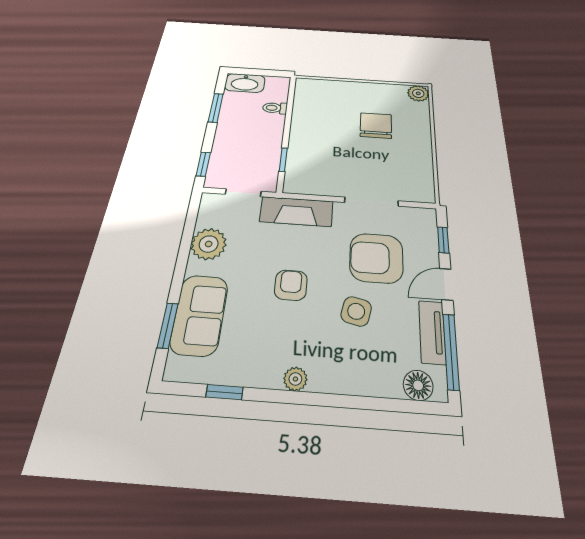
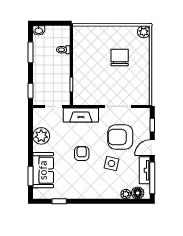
washbasin: (245, 83) -> (39, 30), width x0.52, depth x0.69
plant: (295, 379) -> (126, 194), moved

